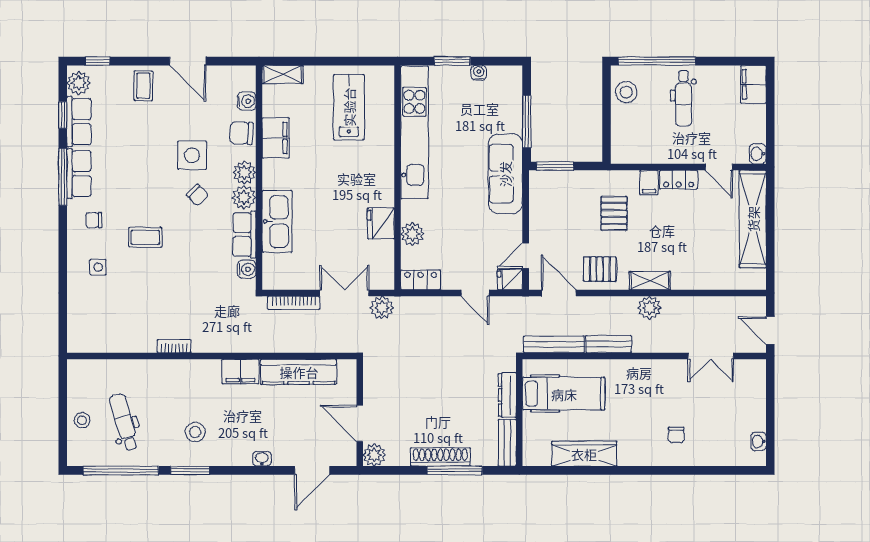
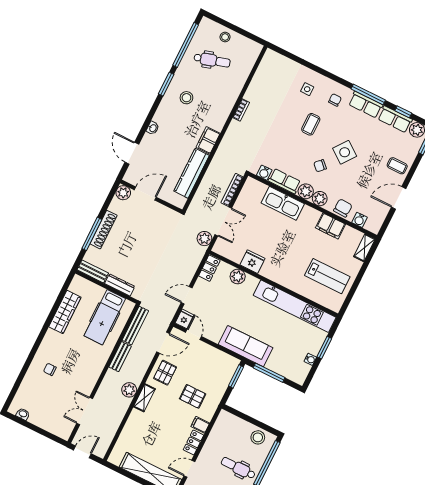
side table: (192, 155) -> (345, 152), moved, turned 37

